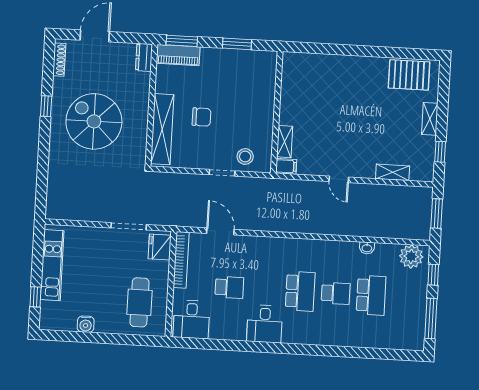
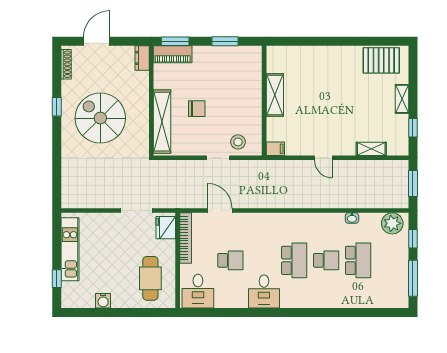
shelving: (285, 142) -> (275, 95), moved, width x1.50, depth x1.33

